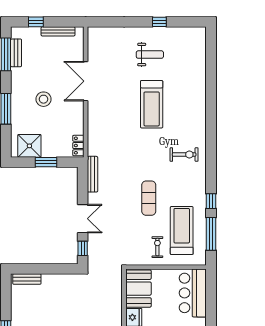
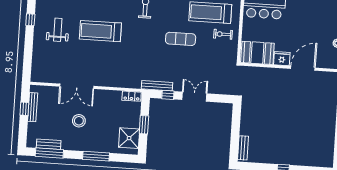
window: (36, 22) -> (24, 109), moved
stool: (44, 99) -> (79, 121), moved
treadmill: (152, 104) -> (100, 31), turned 180
window: (83, 248) -> (168, 95), moved

